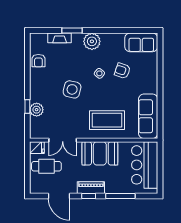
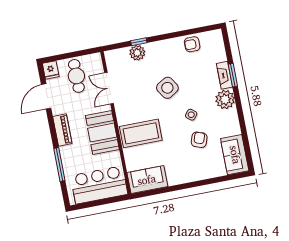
fireplace: (60, 38) -> (224, 75), moved
side table: (72, 89) -> (167, 88), turned 45
sofa: (148, 116) -> (147, 180), width x0.73
coffee table: (107, 120) -> (141, 133), turned 90
fridge: (37, 148) -> (51, 70), moved
window: (89, 196) -> (53, 129), removed

